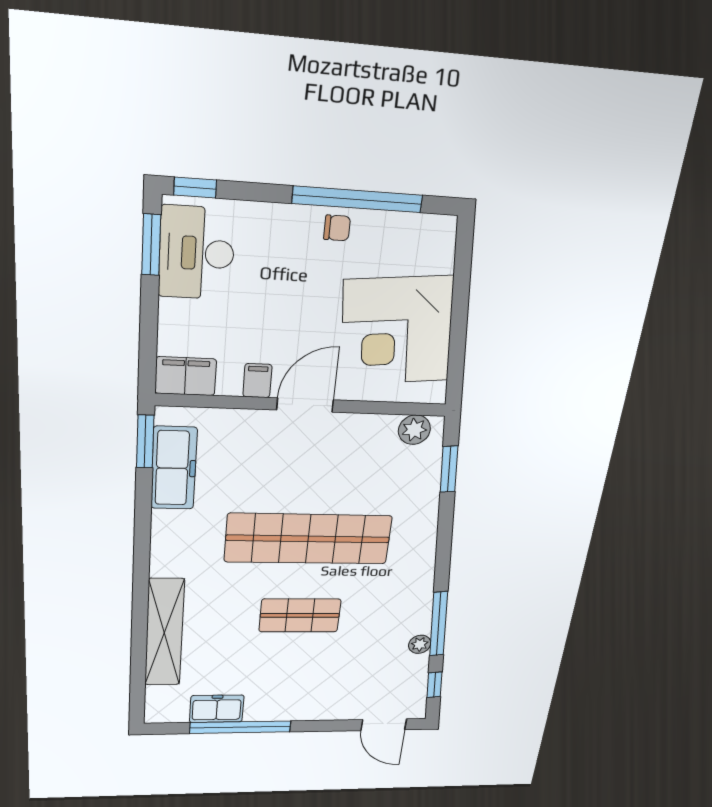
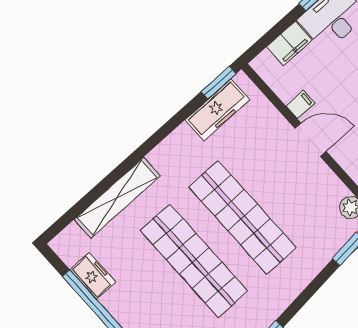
filing cabinet: (186, 376) -> (289, 43), moved, turned 90
shop shelf: (300, 615) -> (194, 261), width x2.00, depth x1.36

